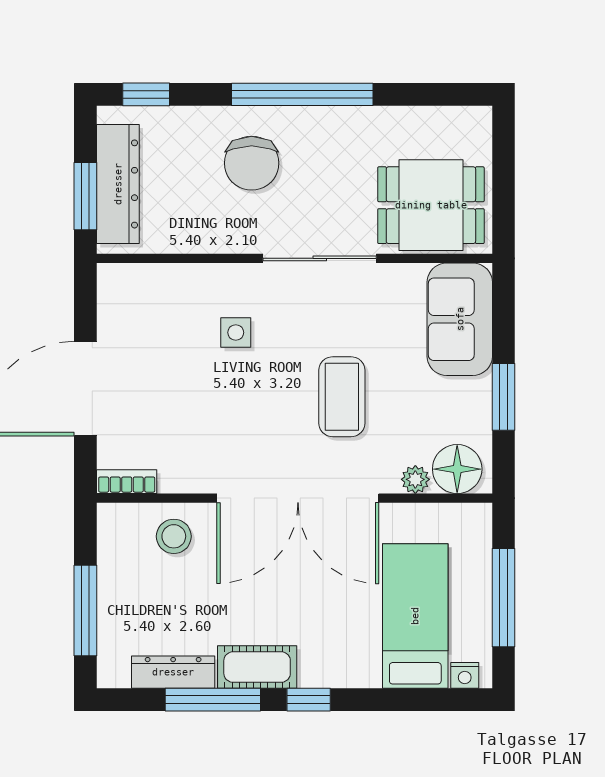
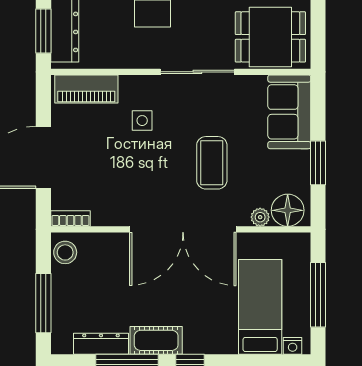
piano: (151, 284) -> (86, 89), added
stool: (174, 536) -> (65, 252), moved

